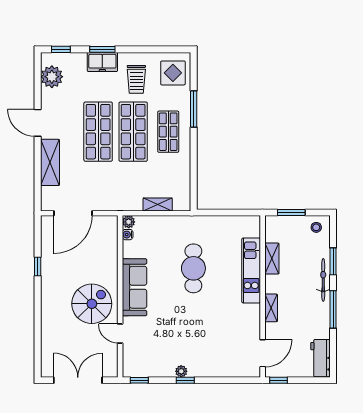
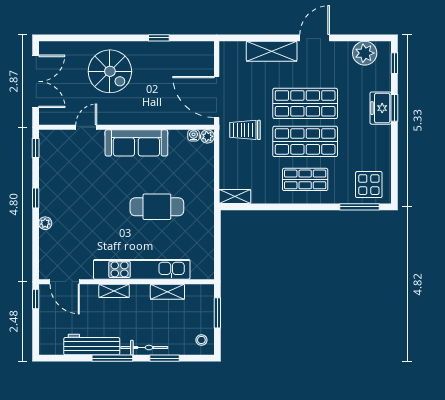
trolley: (136, 79) -> (245, 130), moved
window: (194, 109) -> (359, 207), moved
shelving: (158, 204) -> (235, 197), moved, turned 90
door: (73, 213) -> (217, 97), moved
kitchen unit: (251, 270) -> (142, 269), width x1.36
spiral stairs: (92, 304) -> (110, 71), moved
workbench: (320, 358) -> (92, 345), moved, width x1.38
plant: (181, 371) -> (45, 223), moved

